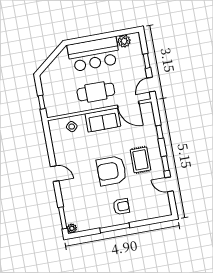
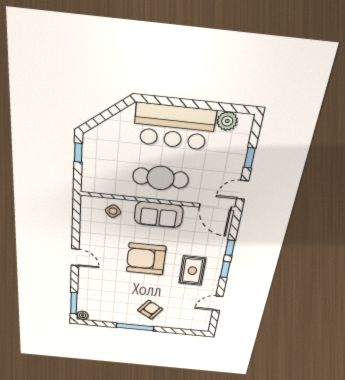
window: (42, 102) -> (78, 153), moved
door: (128, 104) -> (215, 207), moved
window: (165, 164) -> (225, 270), moved
armchair: (112, 171) -> (146, 259), moved
door: (169, 184) -> (218, 303), hinge flipped
armchair: (121, 206) -> (150, 310), turned -56

